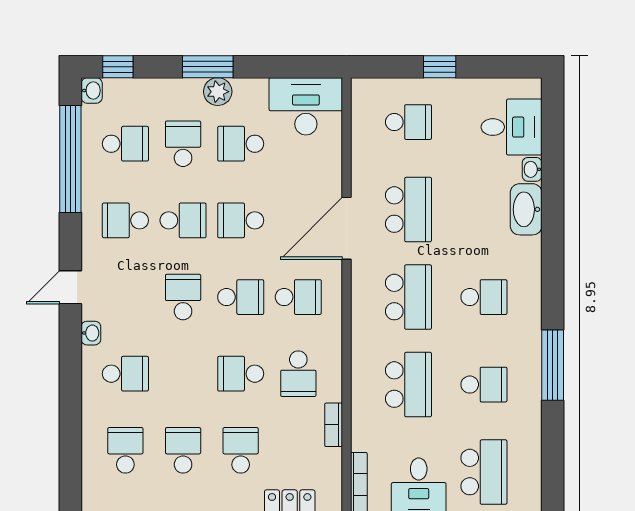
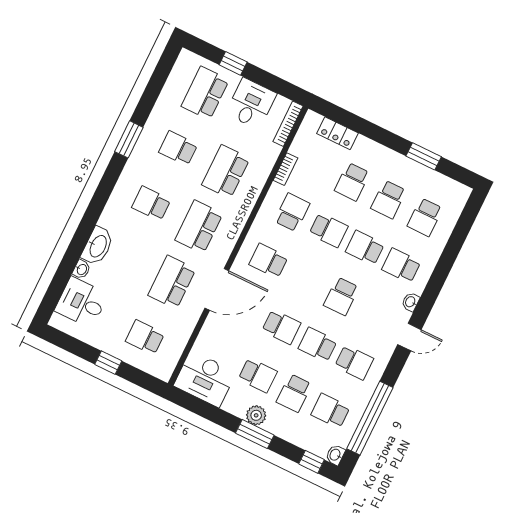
school desk: (241, 297) -> (365, 248), moved
window: (553, 365) -> (129, 139), width x0.69

